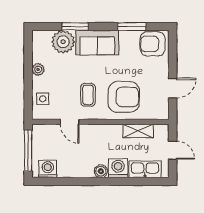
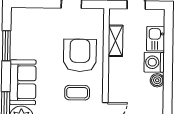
armchair: (153, 44) -> (25, 24), removed
kitchen sink: (145, 169) -> (156, 39), width x0.73

